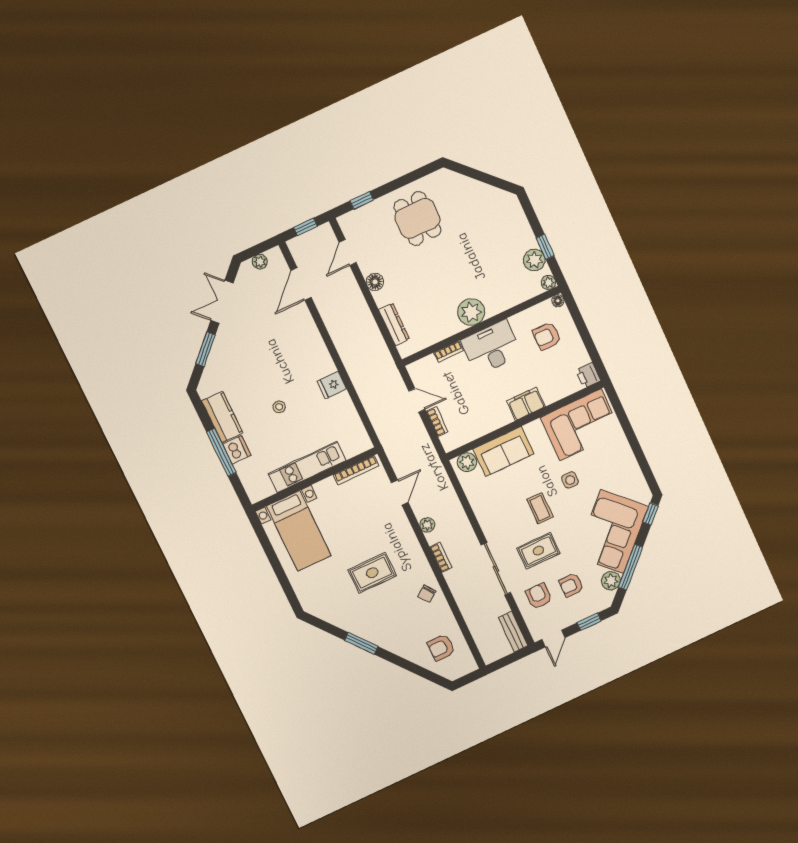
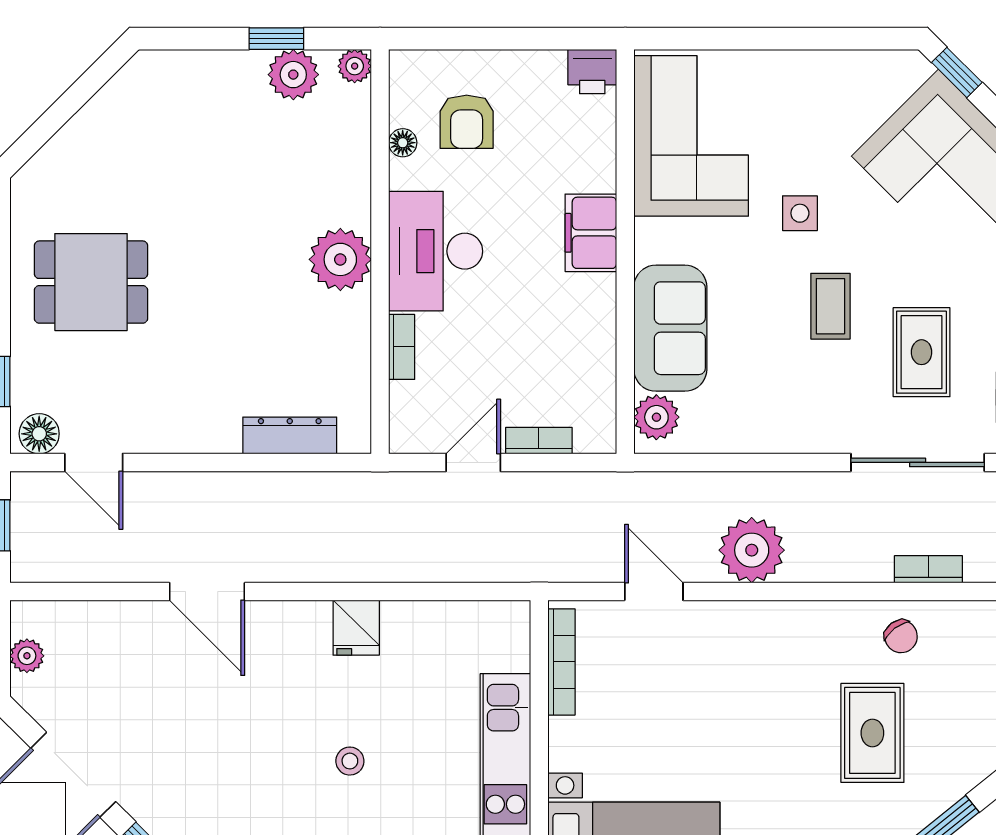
floor lamp: (375, 282) -> (39, 434), moved
door: (301, 284) -> (207, 591), moved
floor lamp: (558, 301) -> (403, 143), moved
coffee table: (540, 508) -> (830, 306), turned 90
plant: (427, 525) -> (752, 550), width x1.88, depth x1.88
bookcase: (441, 557) -> (928, 569), moved
rug: (372, 573) -> (872, 733), moved

